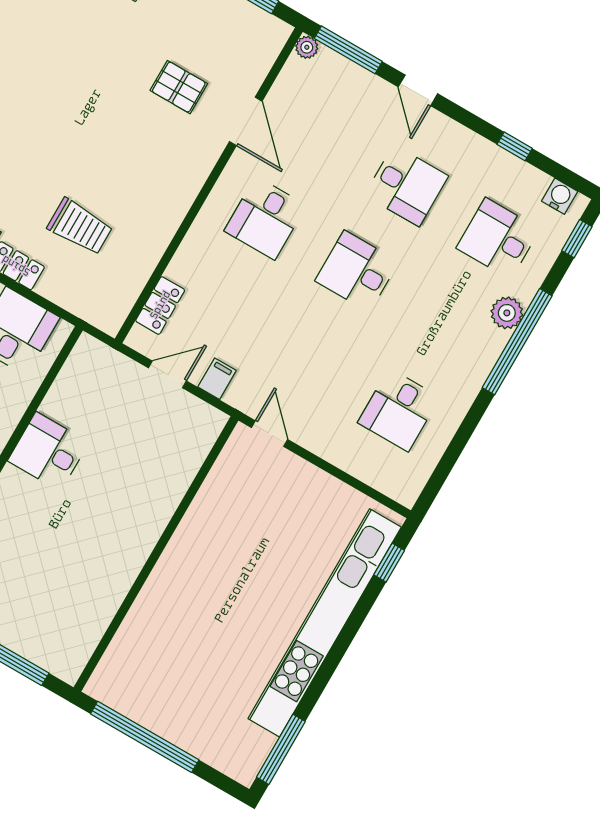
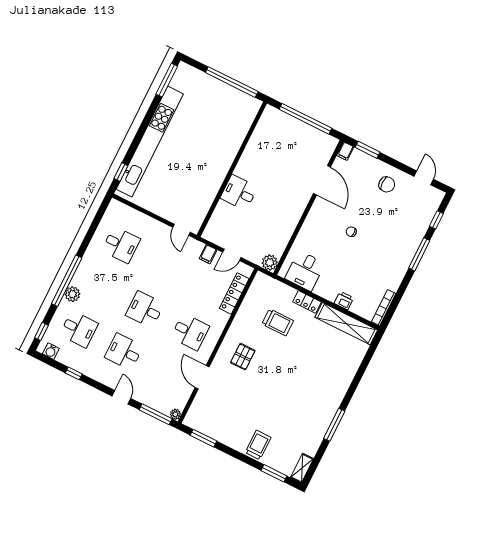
pallet: (179, 87) -> (243, 357), moved, turned 90
desk: (265, 218) -> (190, 332), turned 90
trolley: (80, 227) -> (278, 322), turned 180
desk: (357, 271) -> (145, 309), turned 180
locker: (160, 305) -> (234, 293), width x1.53
plant: (89, 353) -> (270, 263), added
desk: (399, 410) -> (121, 245), turned 90
desk: (48, 452) -> (239, 193), moved, turned 180

